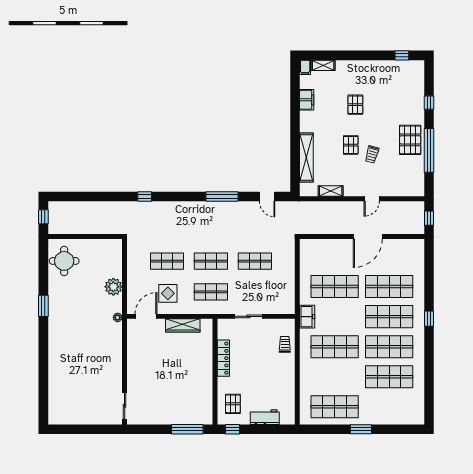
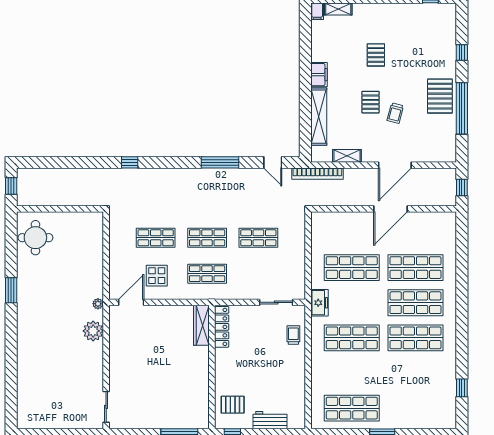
filing cabinet: (307, 100) -> (319, 75), moved
door: (372, 199) -> (395, 165), width x1.88
bookcase: (305, 206) -> (317, 174), added
plant: (113, 287) -> (93, 331), moved
sliding door: (248, 316) -> (276, 302), moved
window: (429, 319) -> (462, 388), moved
wardrobe: (183, 325) -> (201, 325), moved, turned 90
locker: (223, 358) -> (222, 327), moved
shop shelf: (389, 377) -> (415, 373), removed
pallet: (233, 404) -> (233, 405), turned 90

